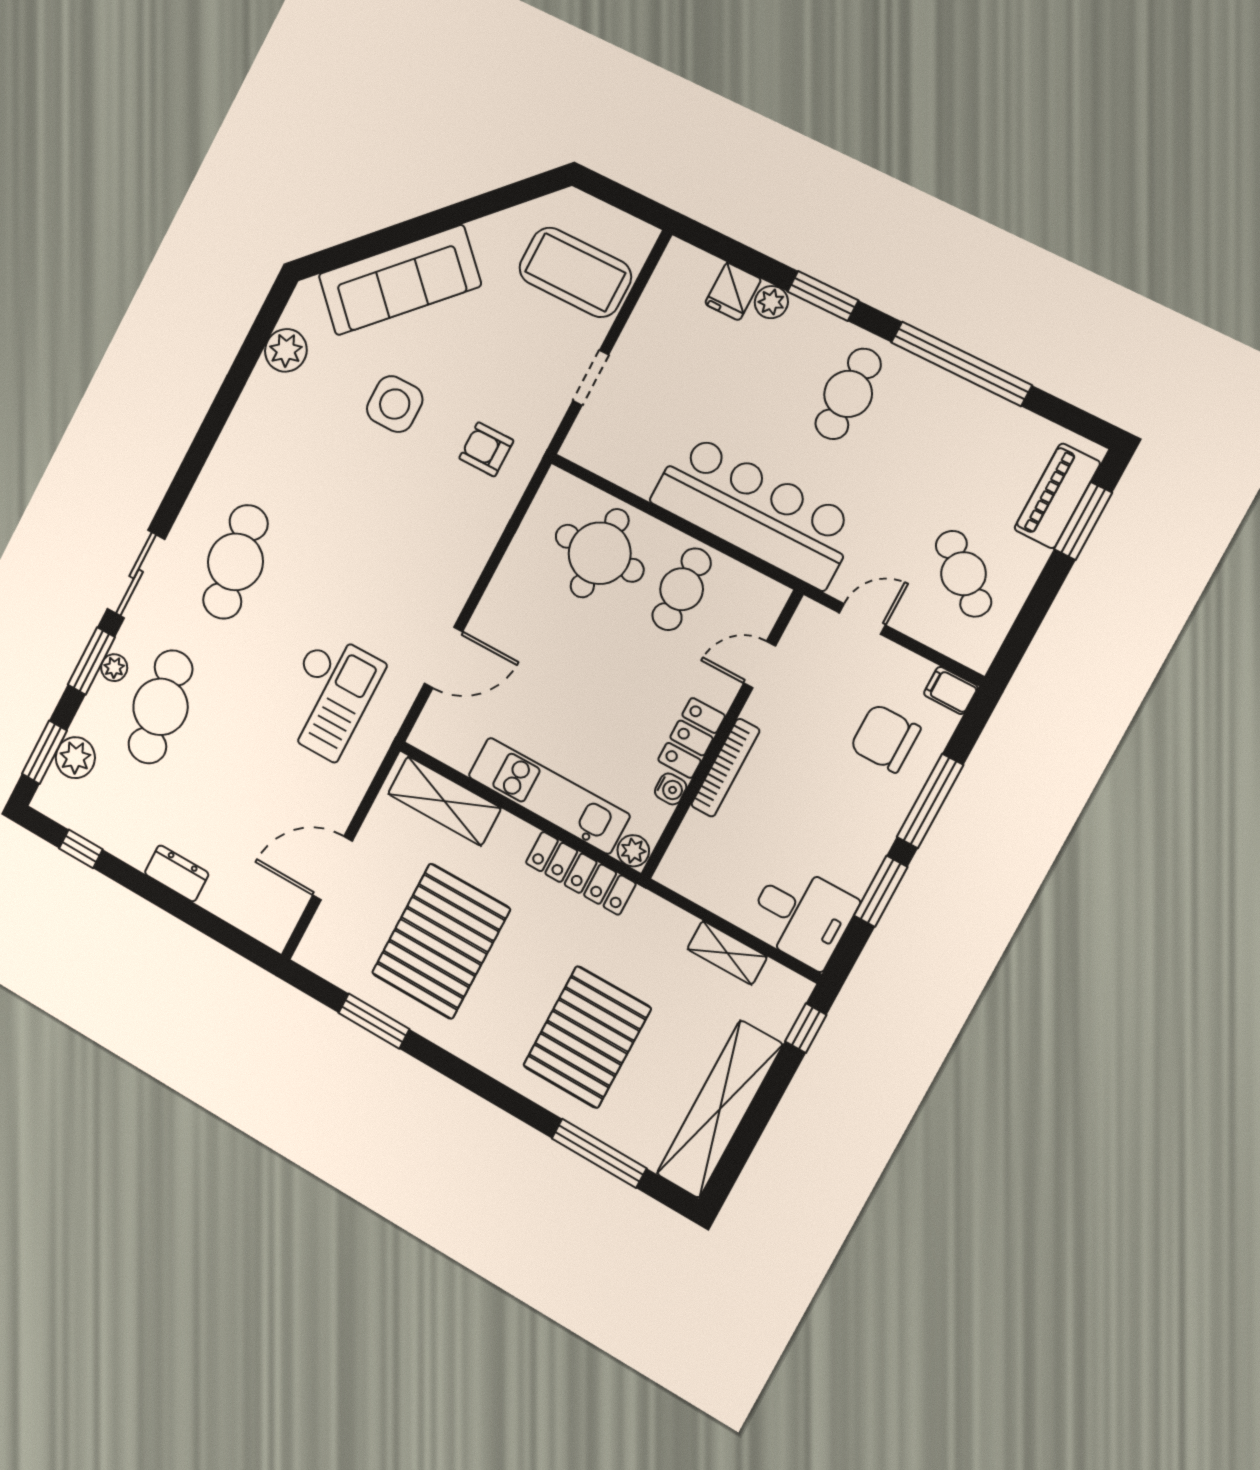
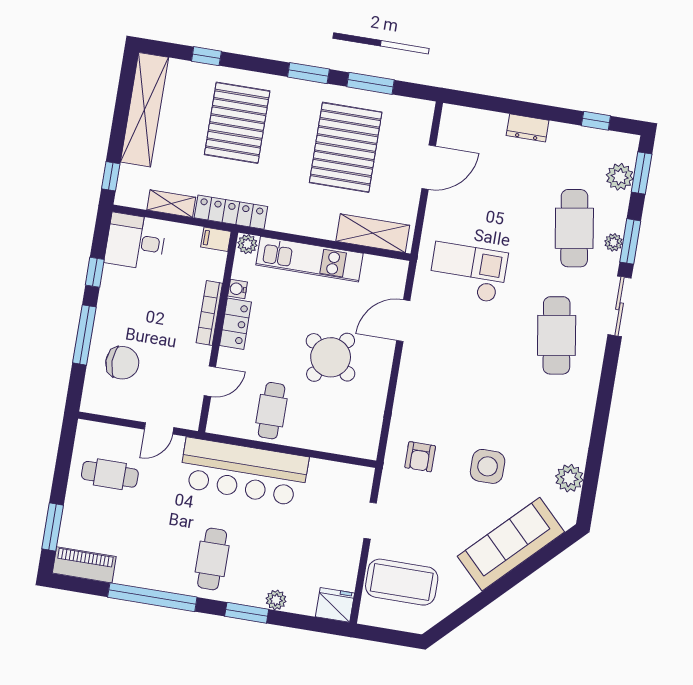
fridge: (733, 291) -> (335, 605), moved, width x1.38
armchair: (486, 449) -> (420, 457), turned 90
piano: (1057, 496) -> (84, 565), moved, turned -90
round table: (600, 553) -> (331, 357), moved, turned 35
cafe table: (964, 574) -> (110, 474), turned -40
filing cabinet: (951, 690) -> (216, 239), moved, turned 180
checkout: (328, 696) -> (468, 272), turned 90
locker: (581, 873) -> (231, 212), moved
window: (881, 891) -> (95, 272), width x0.67
window: (458, 1070) -> (308, 73), added
window: (599, 1153) -> (206, 56), width x0.46

